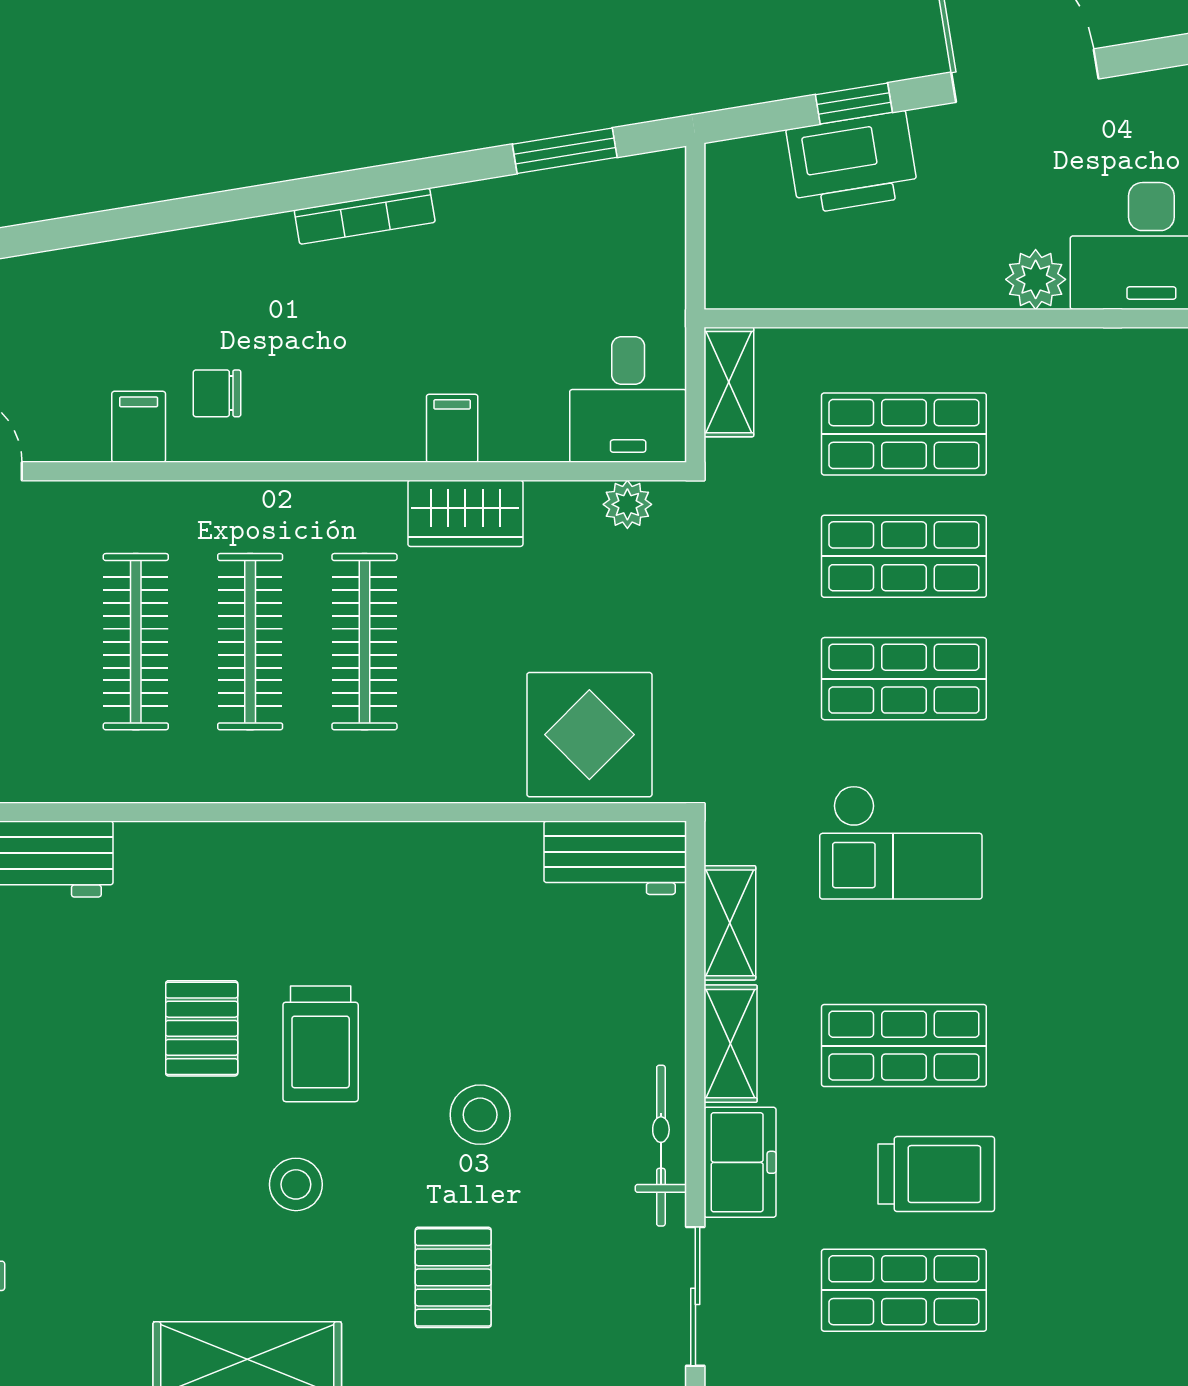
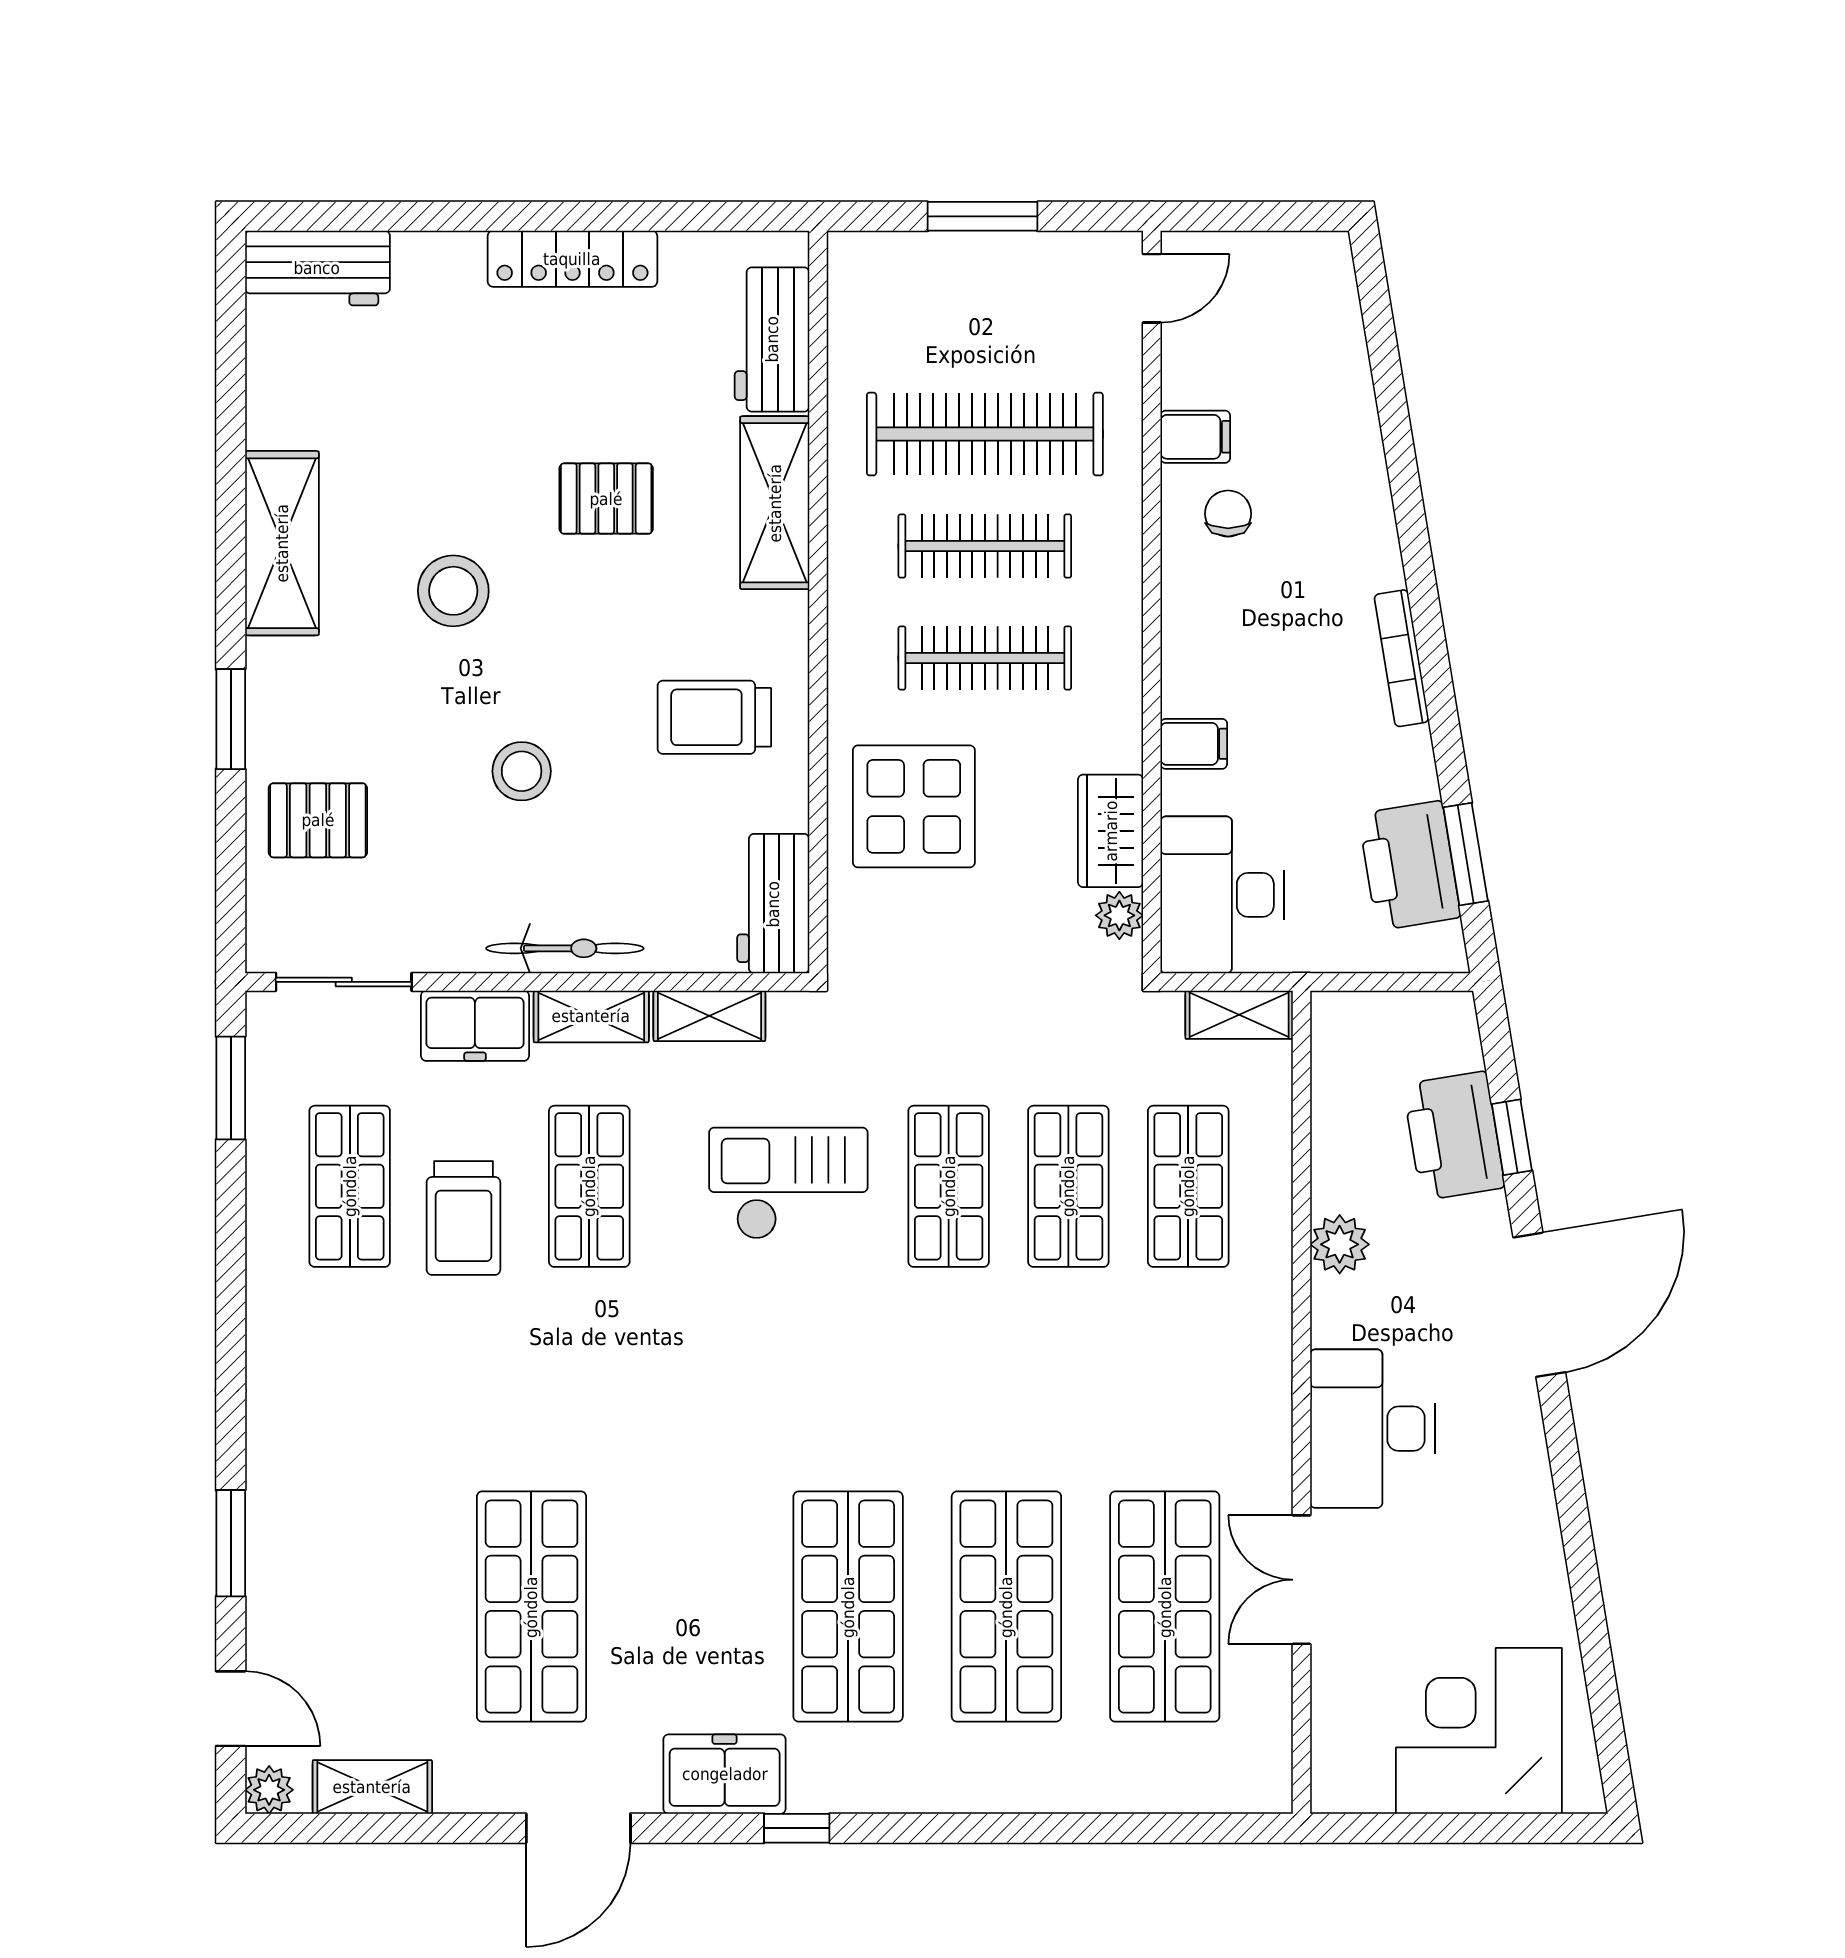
printer: (576, 208) -> (1410, 866), added
plant: (1036, 279) -> (1340, 1244), moved
desk: (628, 399) -> (1222, 895), width x1.37
wardrobe: (465, 513) -> (1111, 831), moved
clothes rail: (136, 642) -> (985, 434), width x1.37, depth x1.31
display table: (589, 735) -> (914, 806), moved
checkout: (901, 842) -> (788, 1183), turned 90
shelving: (206, 856) -> (775, 503), added
trolley: (321, 1044) -> (714, 717), moved
bicycle: (661, 1146) -> (565, 948), moved
stool: (296, 1184) -> (453, 591), width x1.38, depth x1.38
pallet: (453, 1277) -> (318, 820), moved

